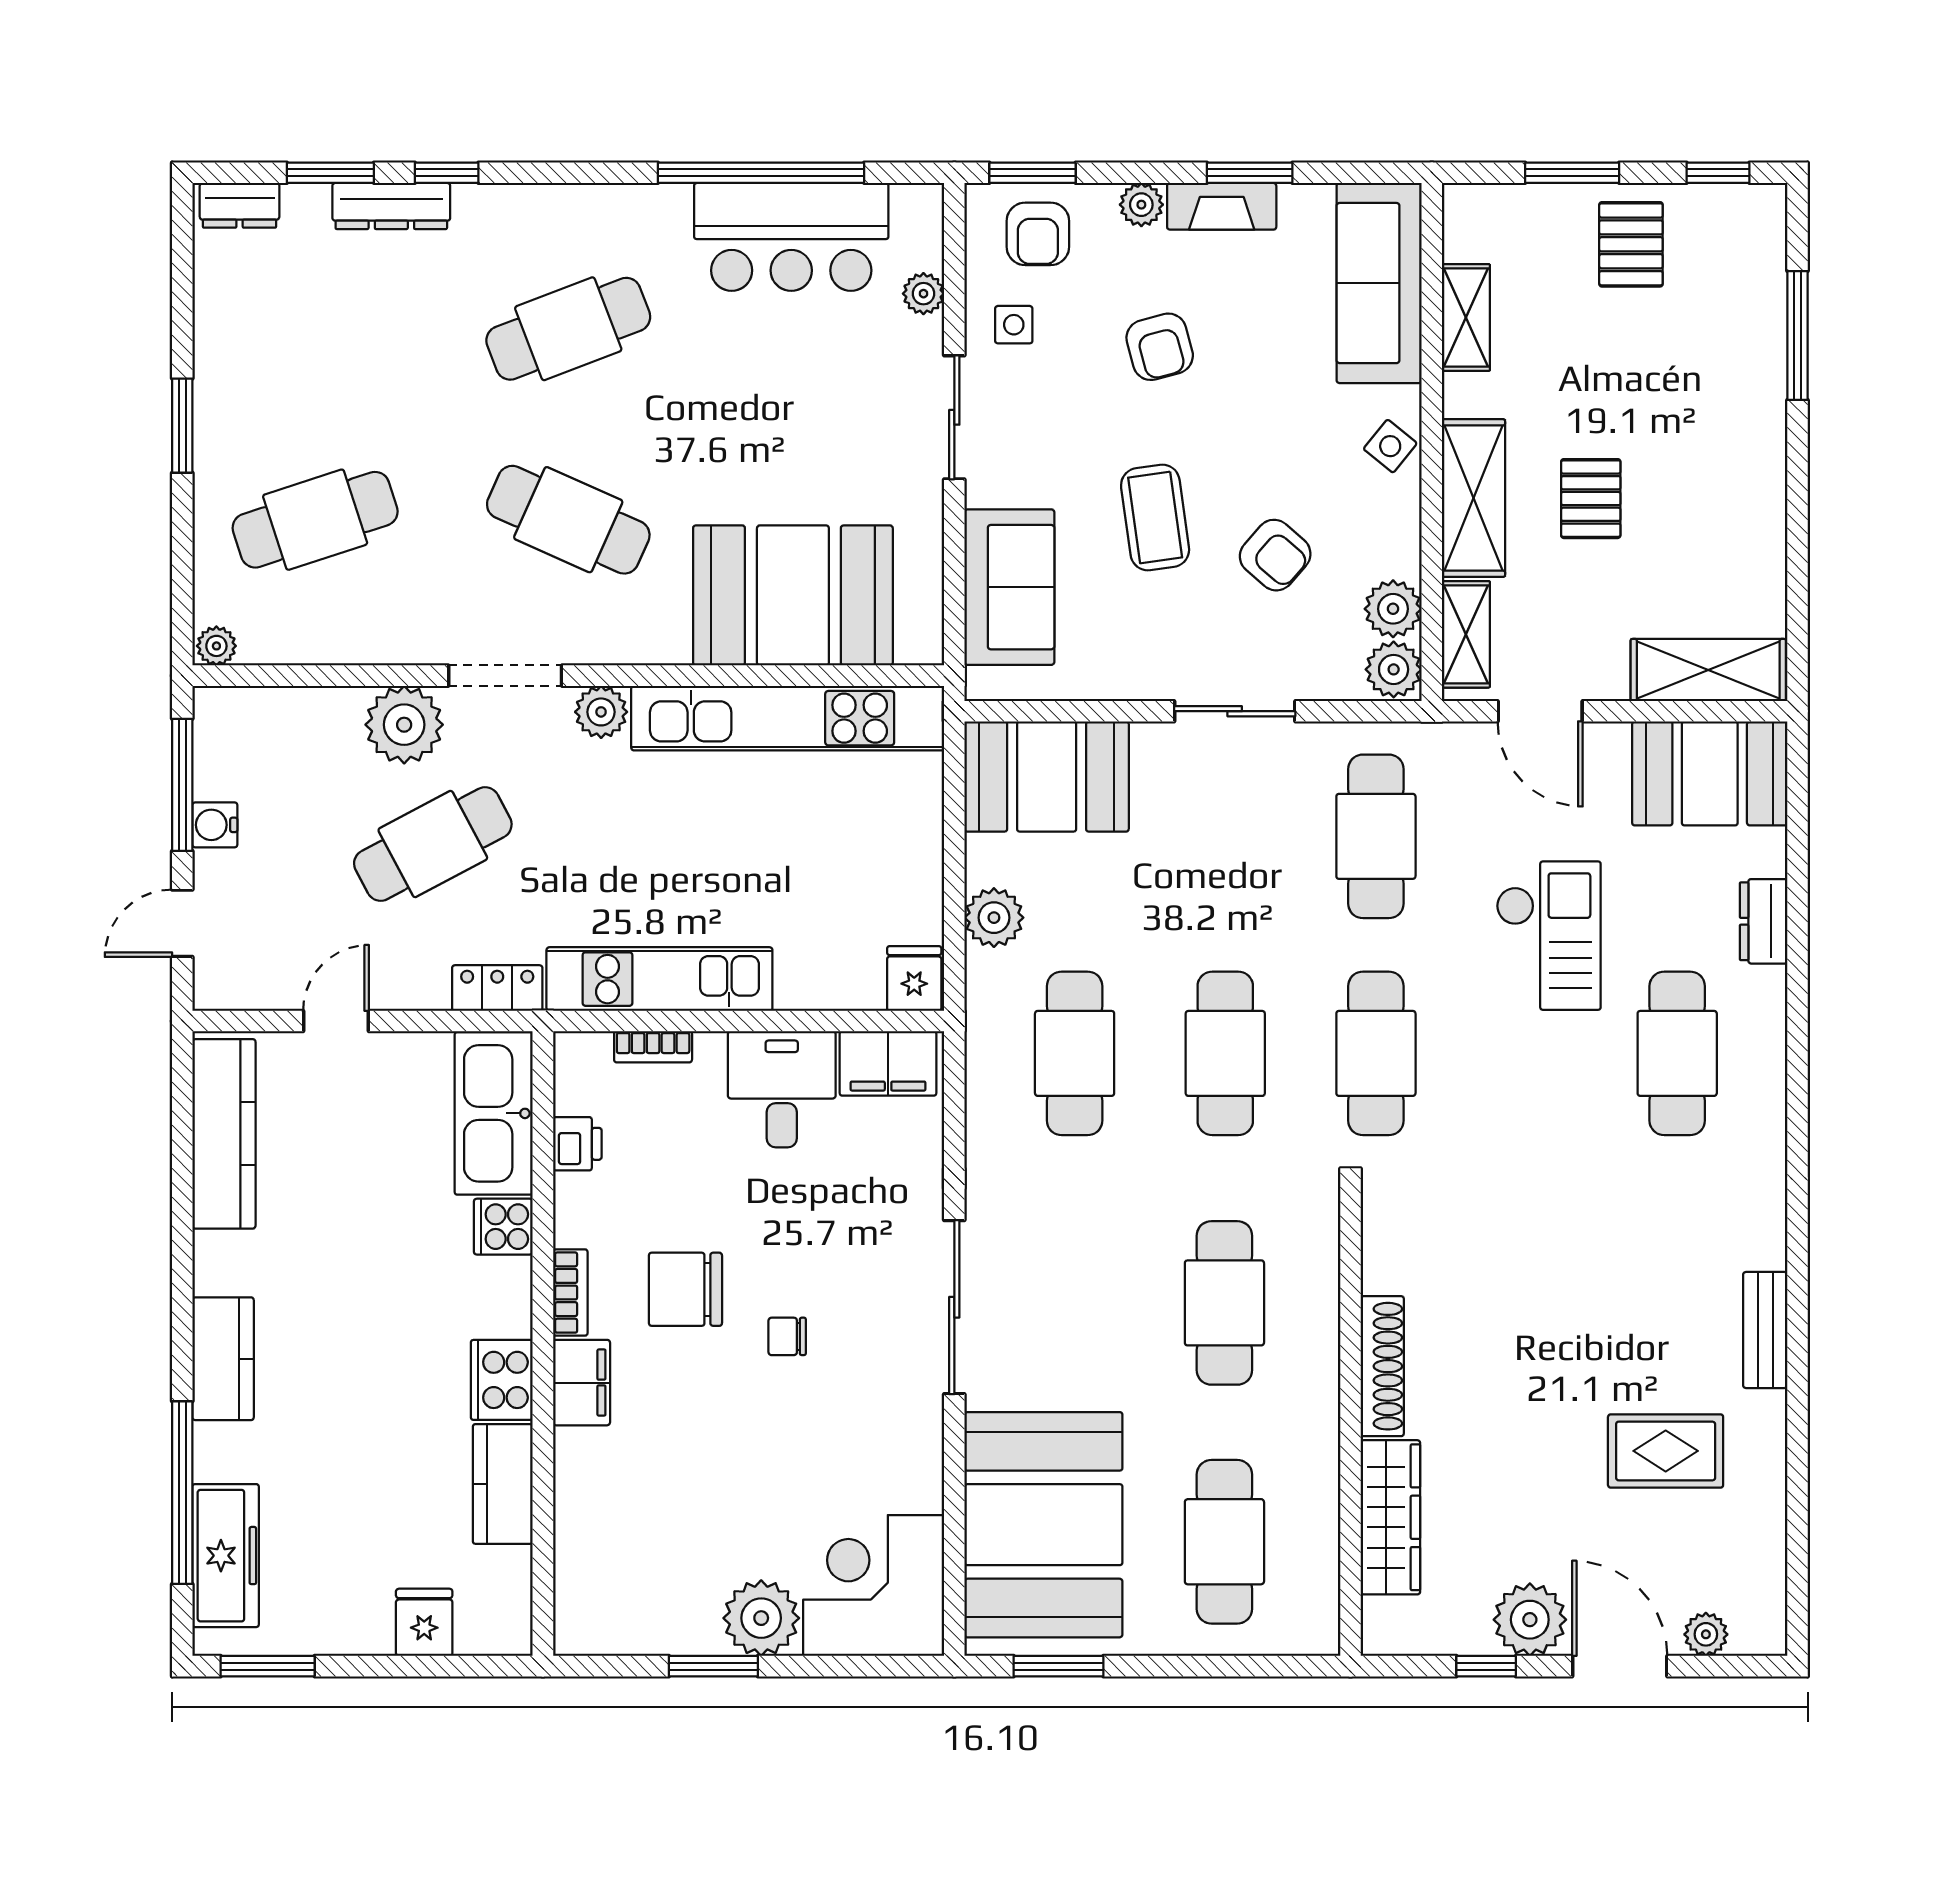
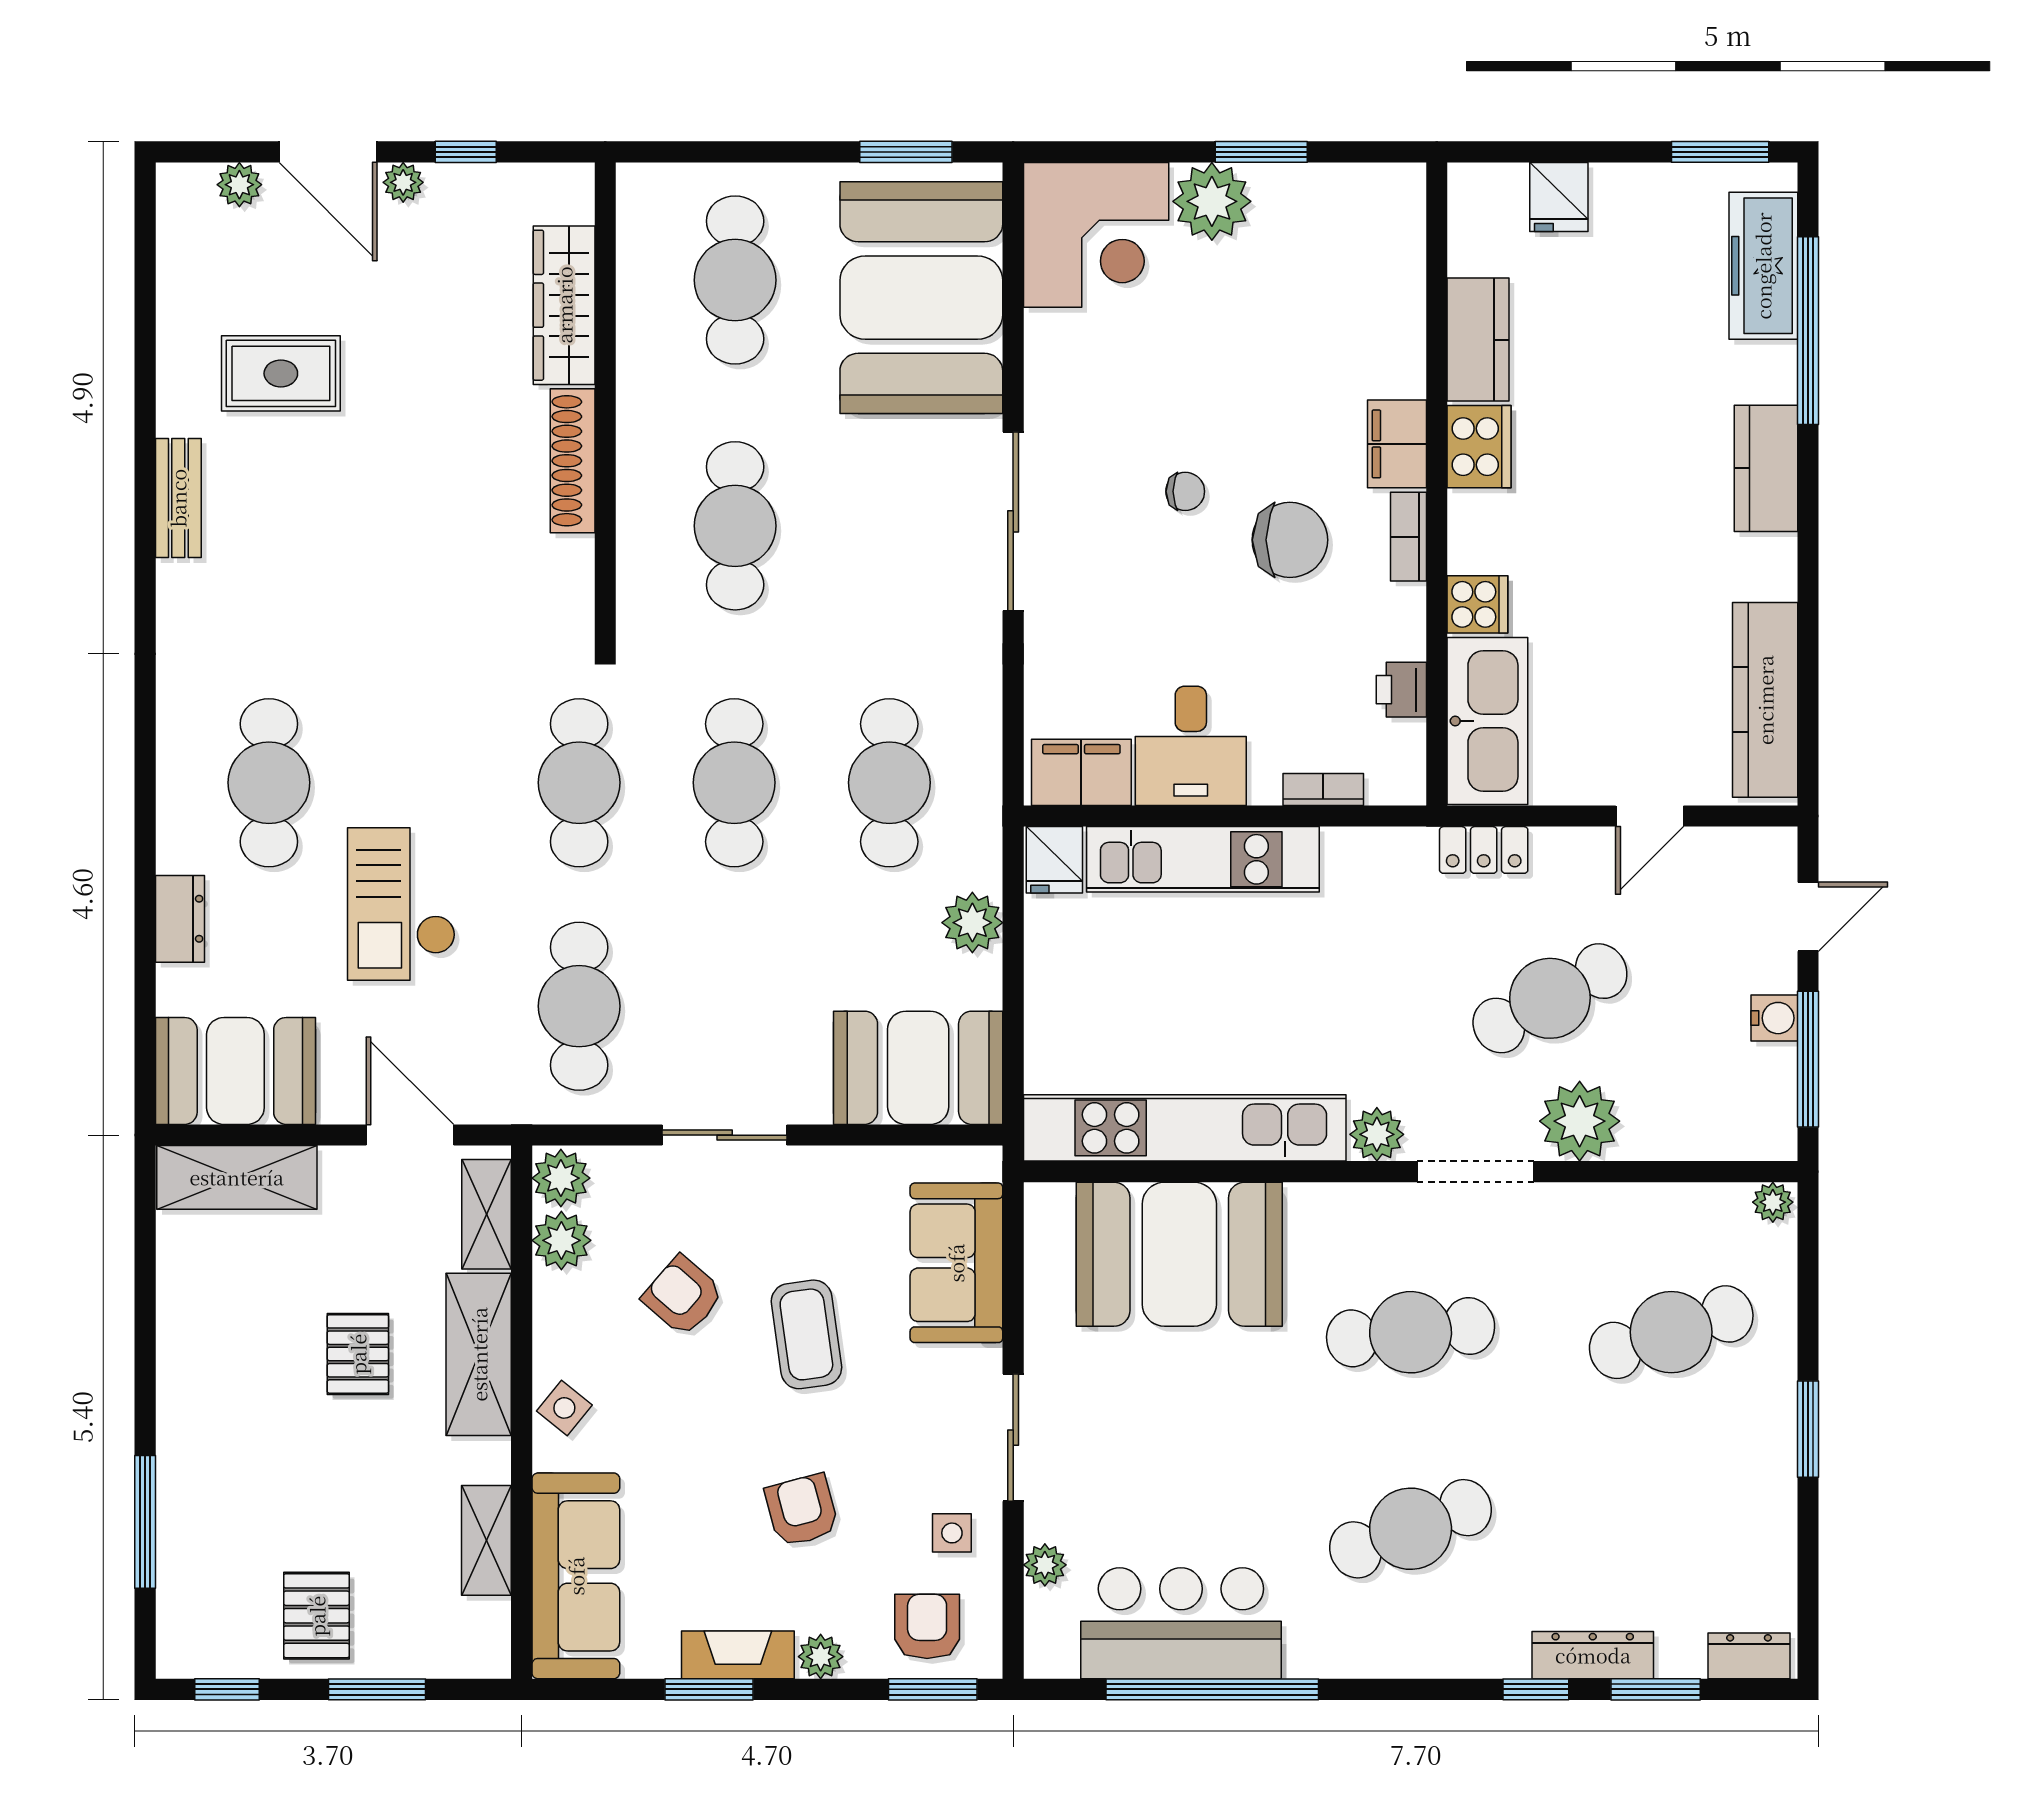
cafe table: (568, 520) -> (1411, 1332), turned -30
kitchen unit: (659, 979) -> (1203, 859), moved
plant: (1530, 1620) -> (403, 182), width x0.53, depth x0.53

